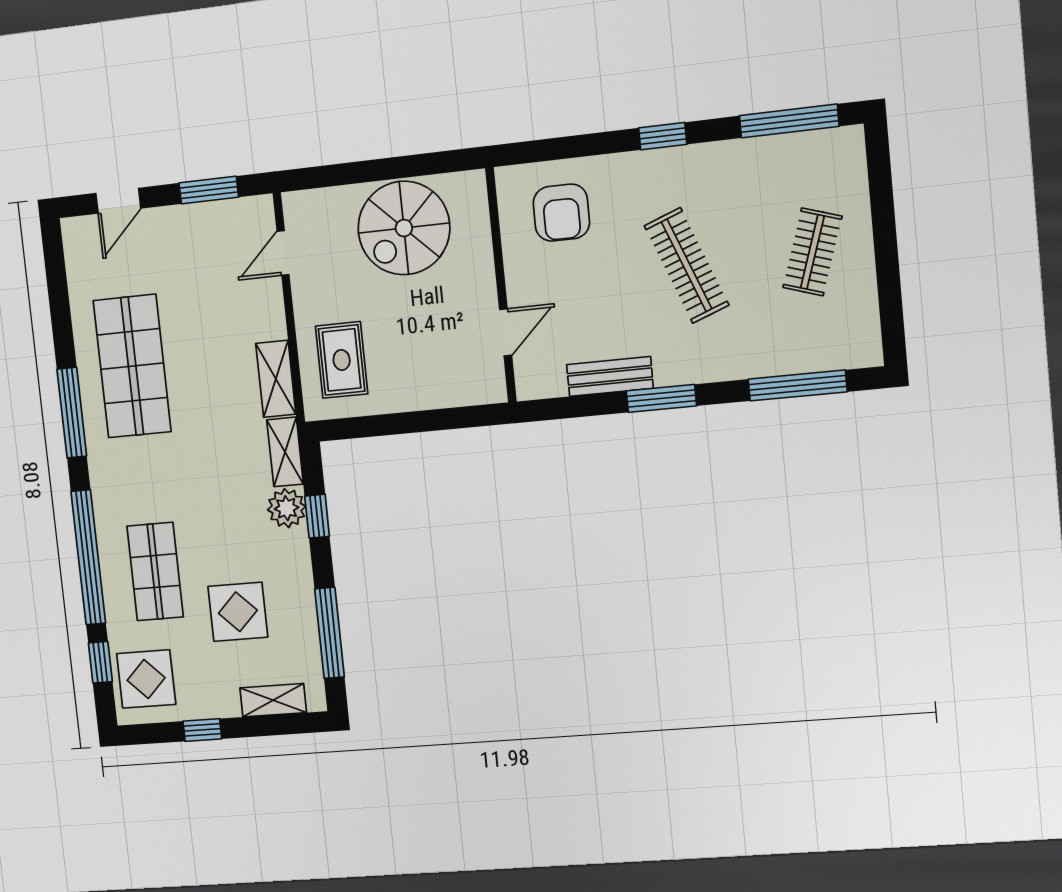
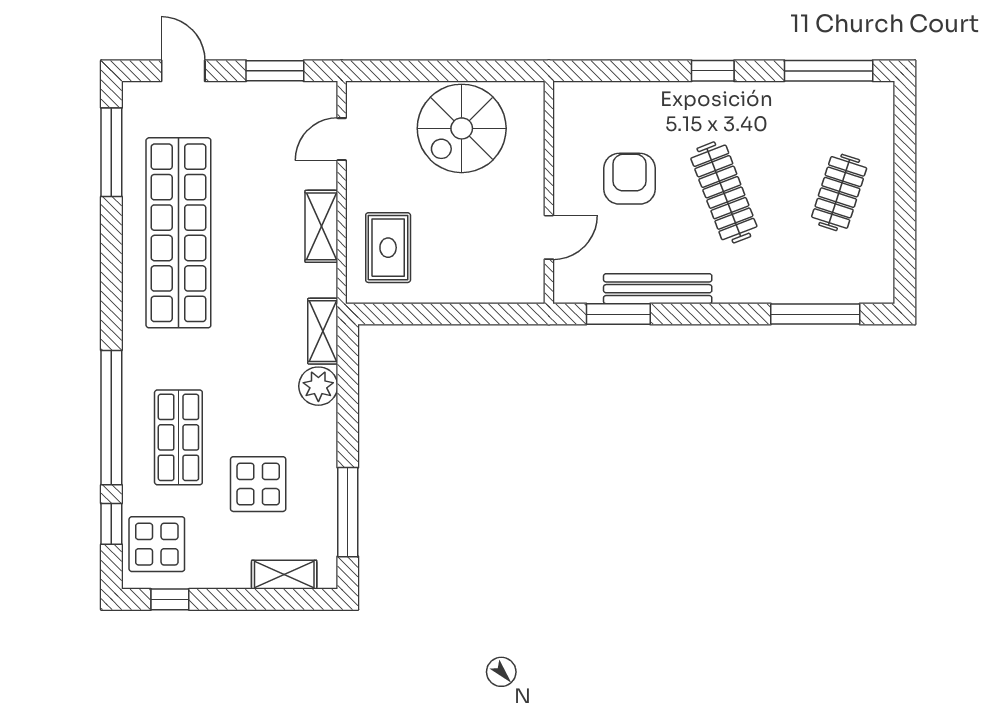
door: (118, 201) -> (183, 71), swing flipped
armchair: (561, 213) -> (630, 179), moved, turned 180
shop shelf: (132, 366) -> (178, 233), width x1.40
bench: (610, 376) -> (658, 289), width x1.36
shelving: (276, 379) -> (321, 226), moved
window: (661, 398) -> (618, 314), moved
window: (72, 413) -> (111, 152), moved
window: (317, 516) -> (348, 397), removed
window: (202, 730) -> (170, 599), moved

